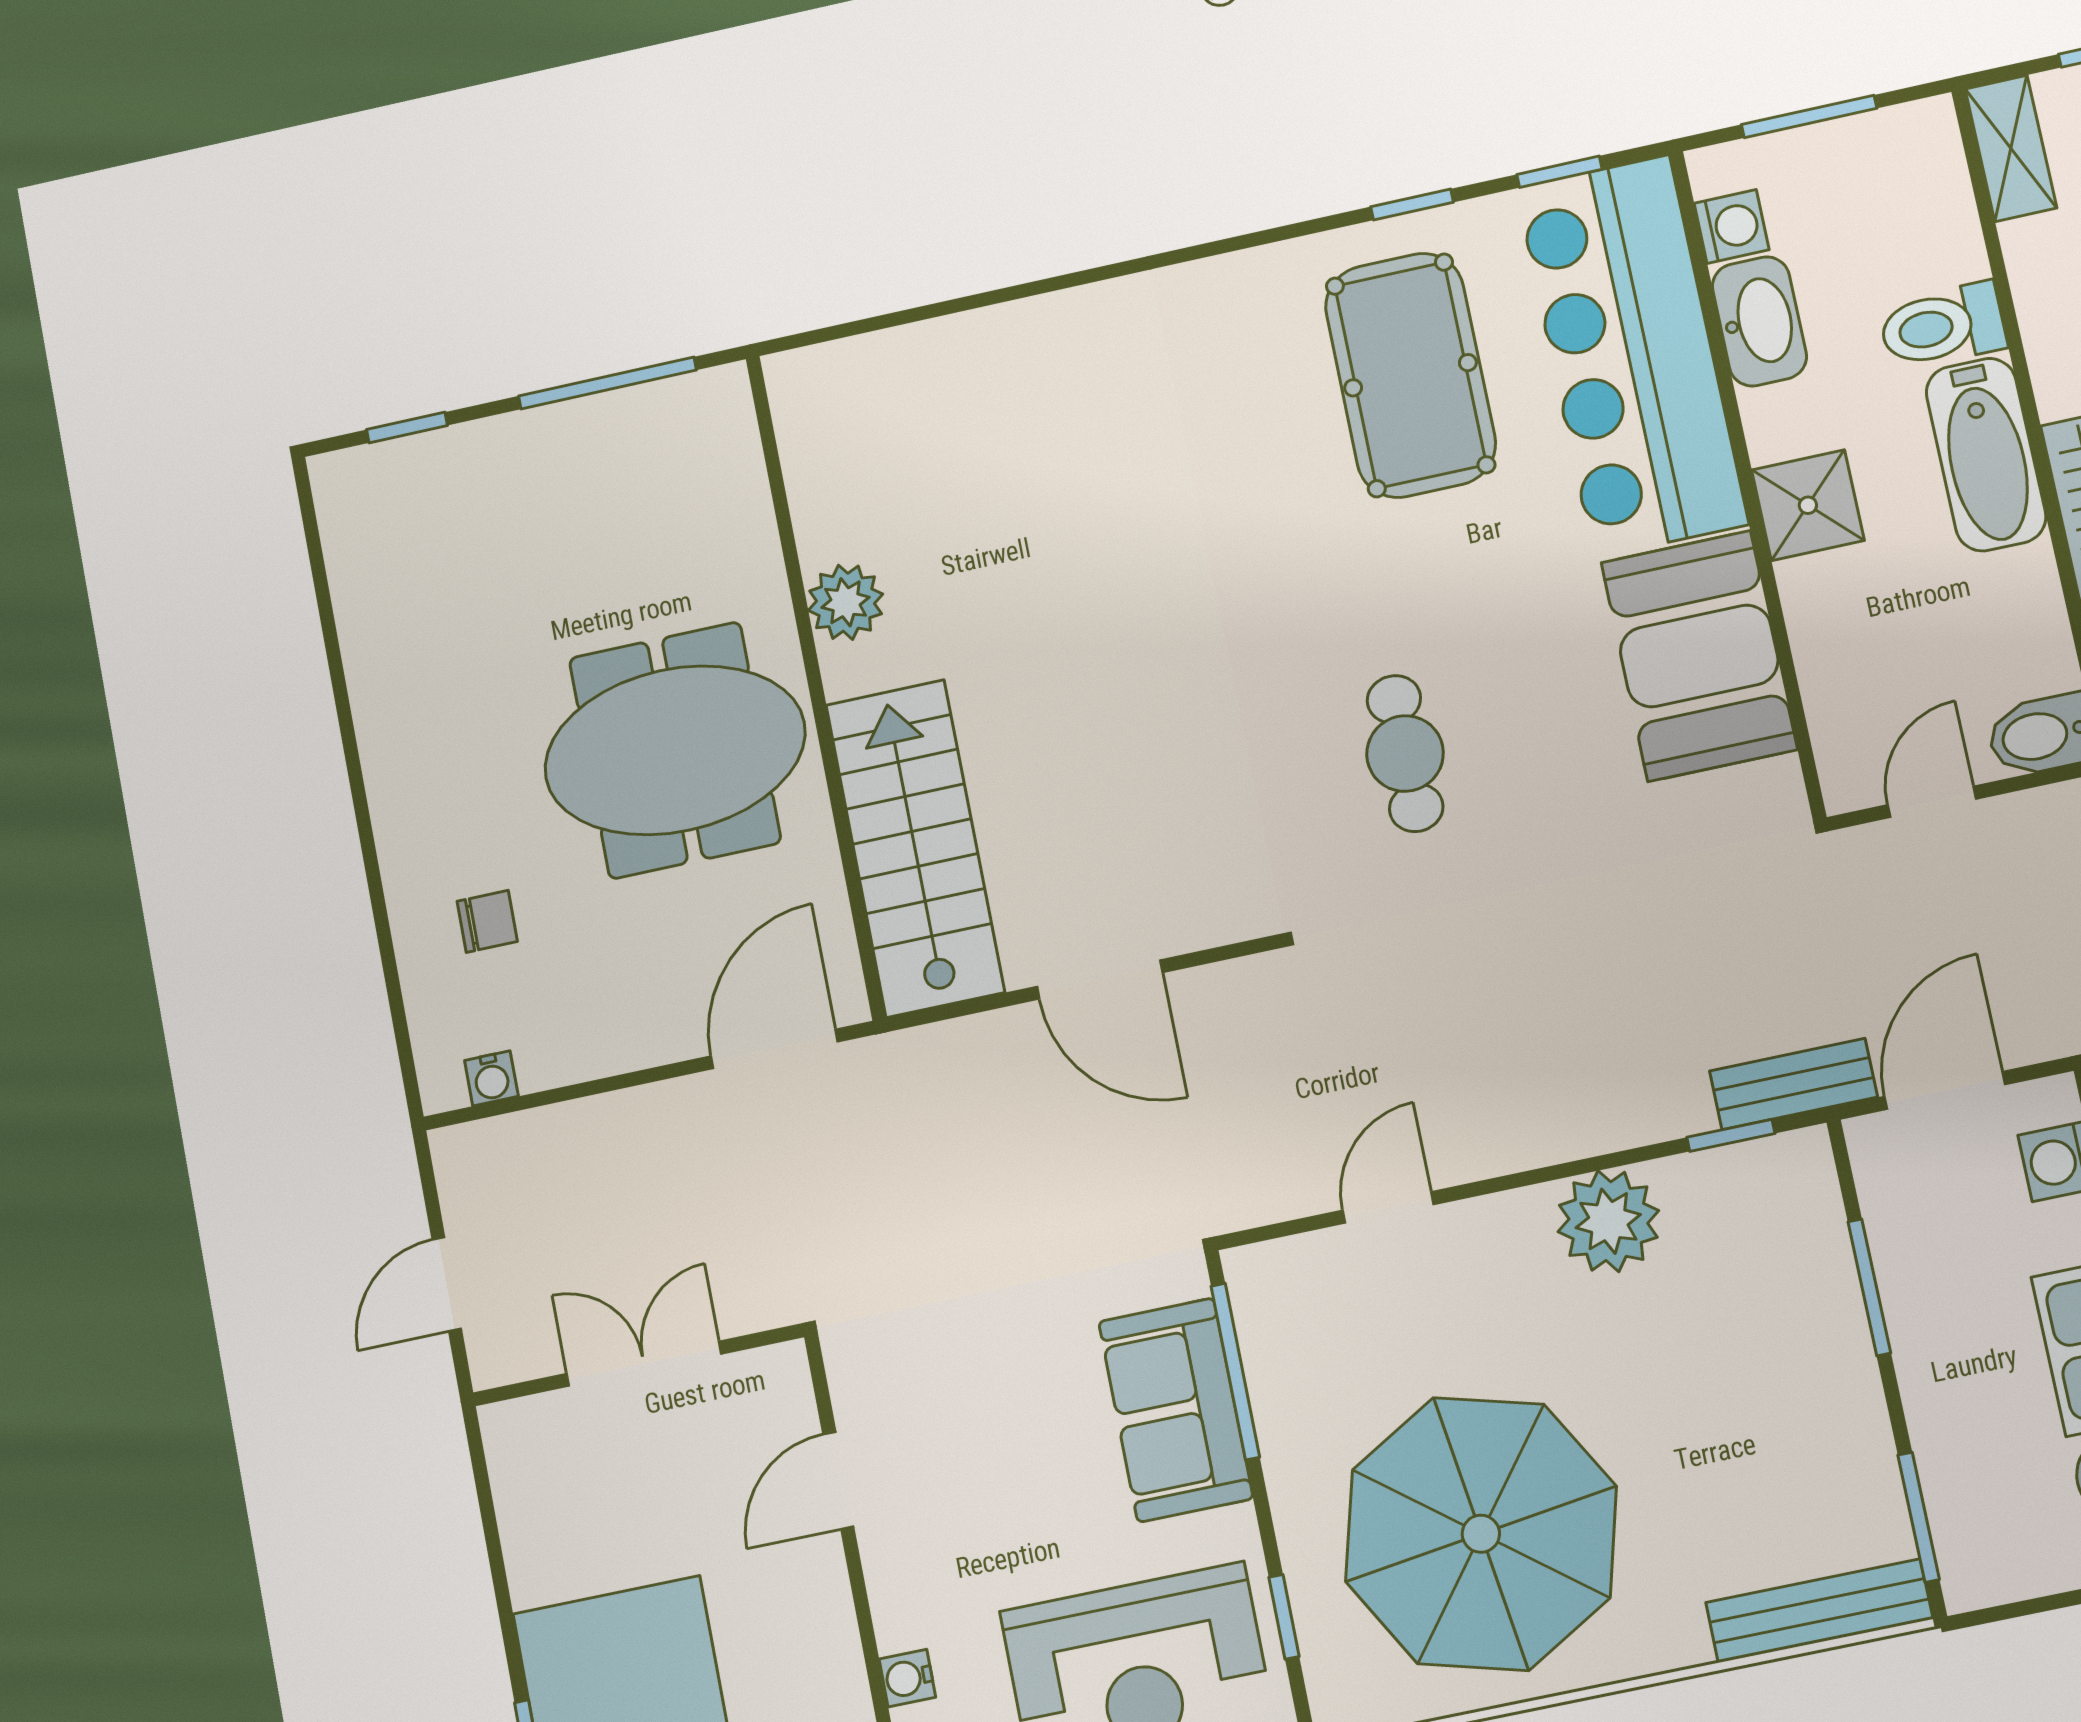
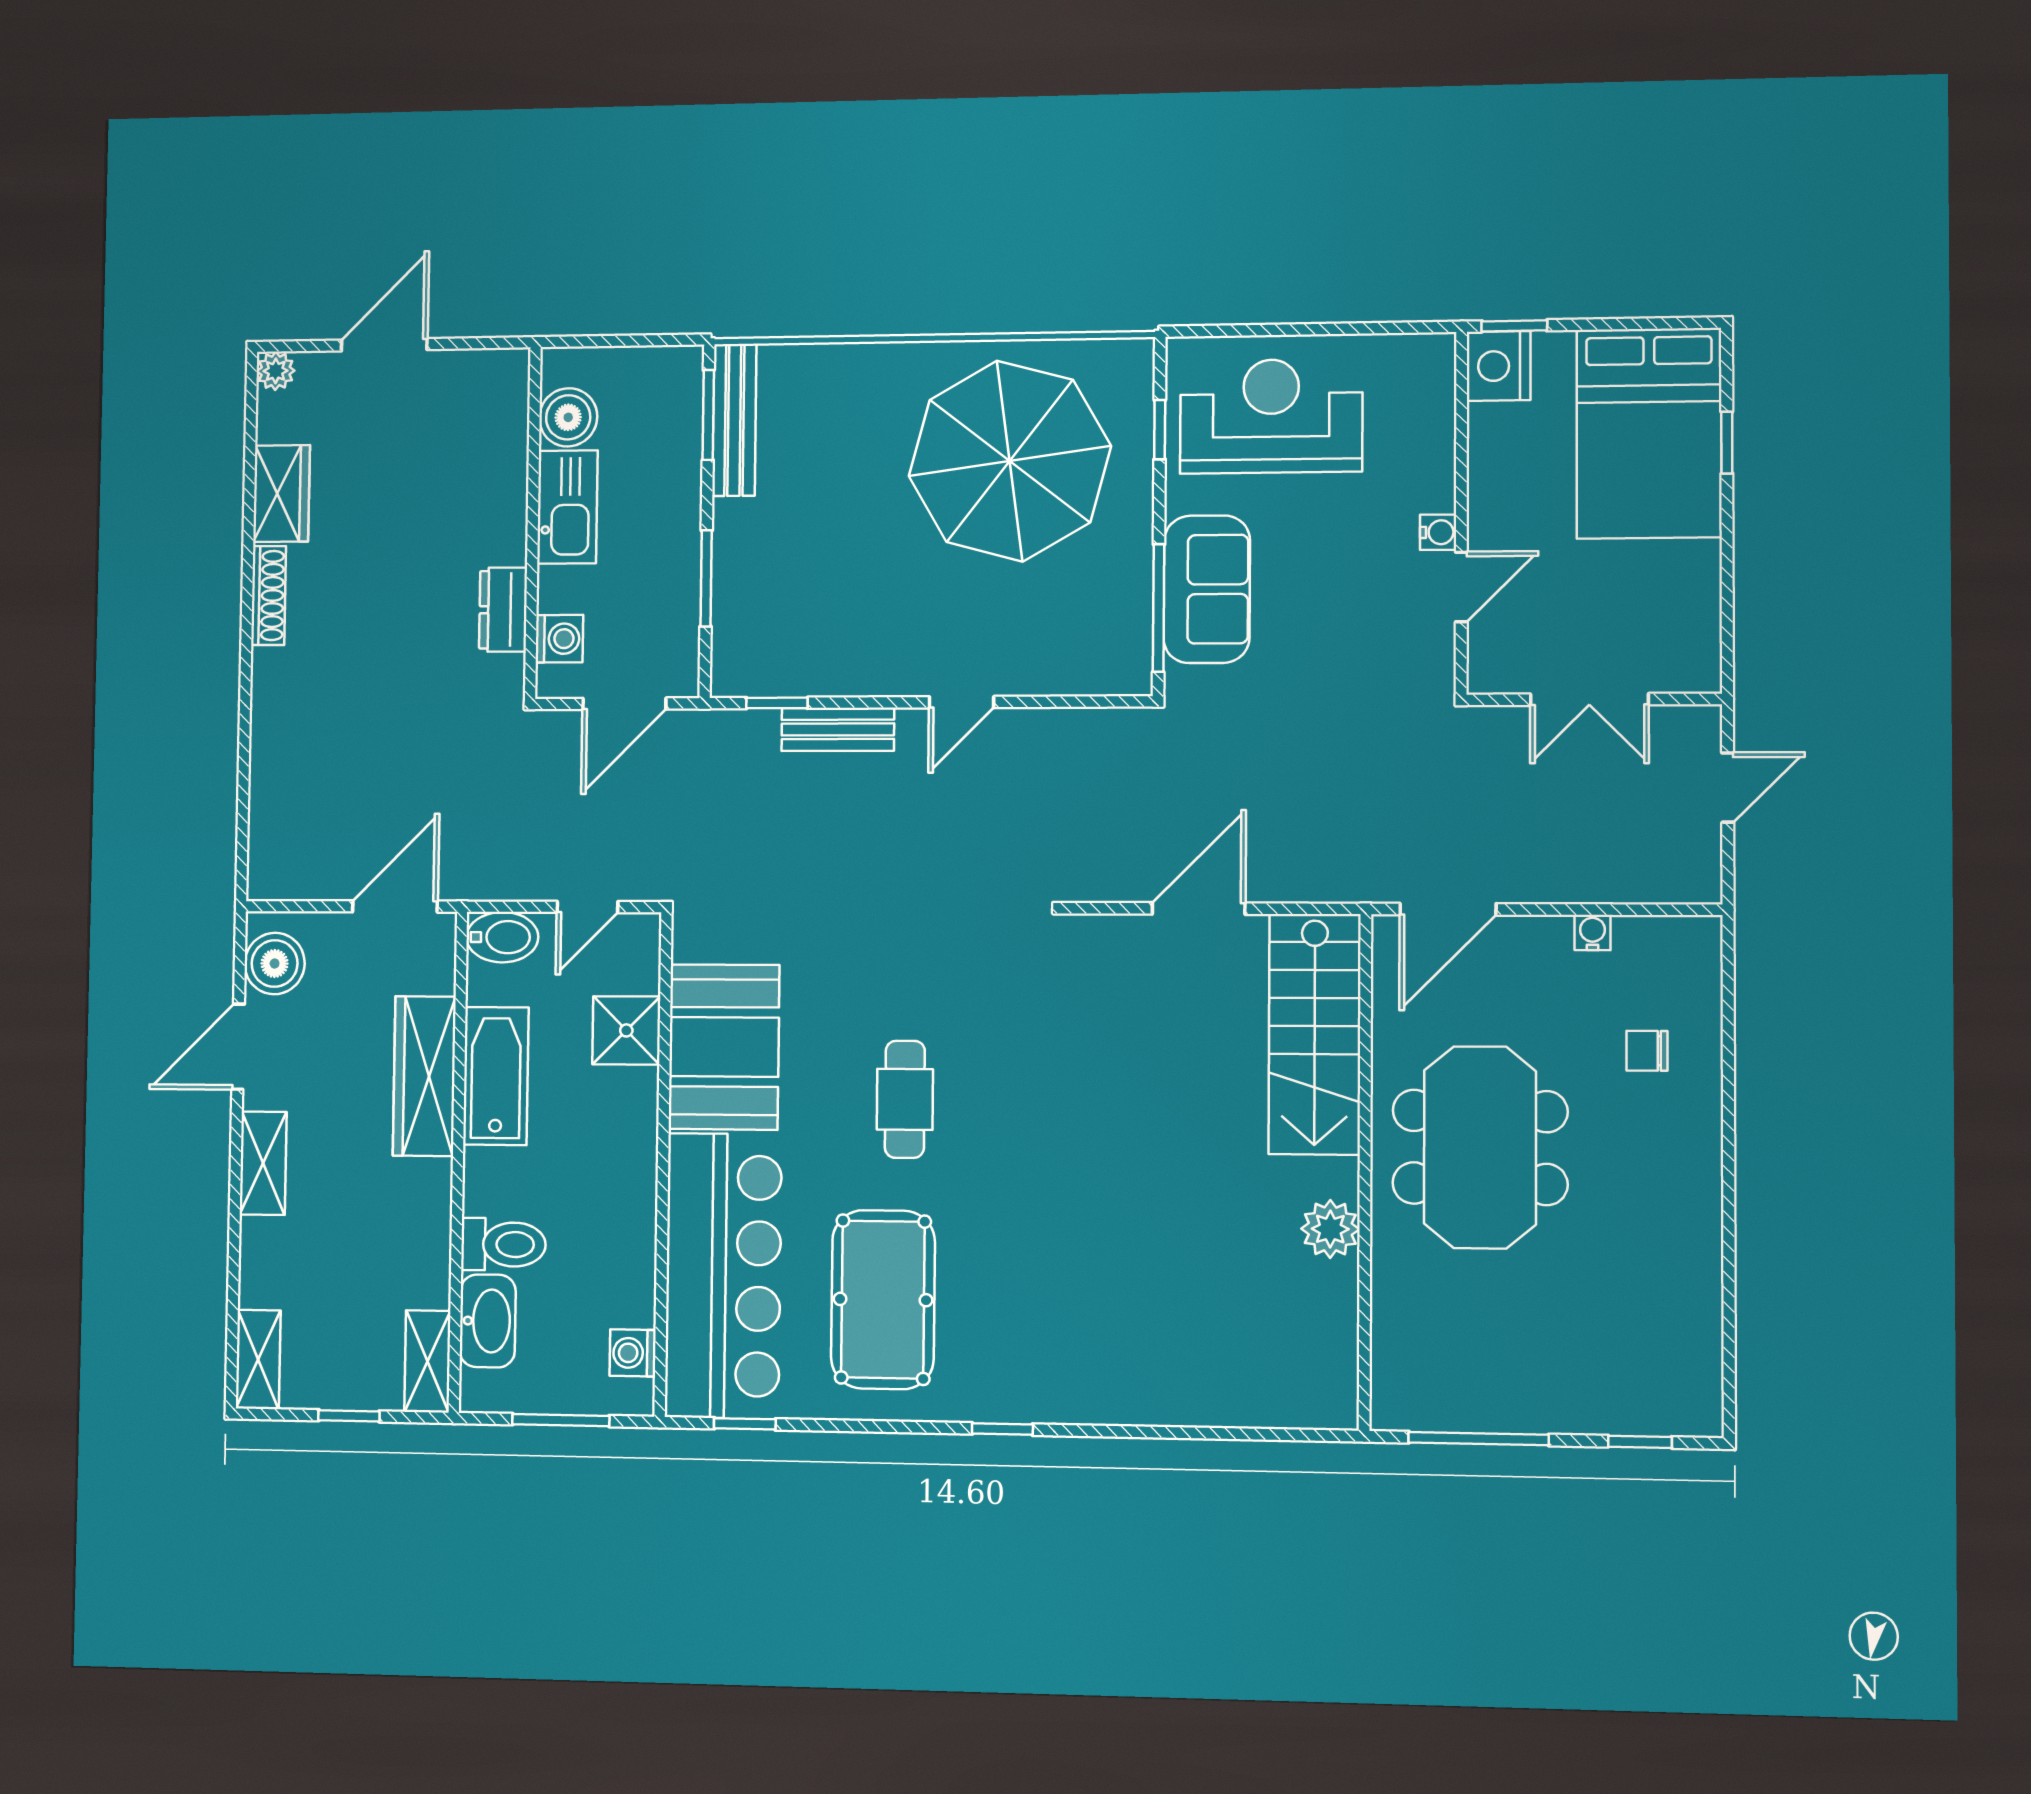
window: (1412, 204) -> (1002, 1429), moved
washbasin: (1759, 321) -> (488, 1321), moved, turned 180
bathtub: (1986, 455) -> (496, 1076), moved
shower: (1808, 505) -> (626, 1030), moved
meeting table: (675, 750) -> (1480, 1147), turned 90
cafe table: (1405, 754) -> (905, 1099), moved
door: (1100, 979) -> (1199, 909), hinge flipped
water cooler: (491, 1078) -> (1592, 933), moved
bench: (1793, 1084) -> (838, 729), moved
door: (1388, 1207) -> (961, 702), moved
plant: (1608, 1221) -> (874, 661), removed
bench: (1819, 1611) -> (734, 420), moved, turned 90
water cooler: (907, 1678) -> (1438, 532), moved

